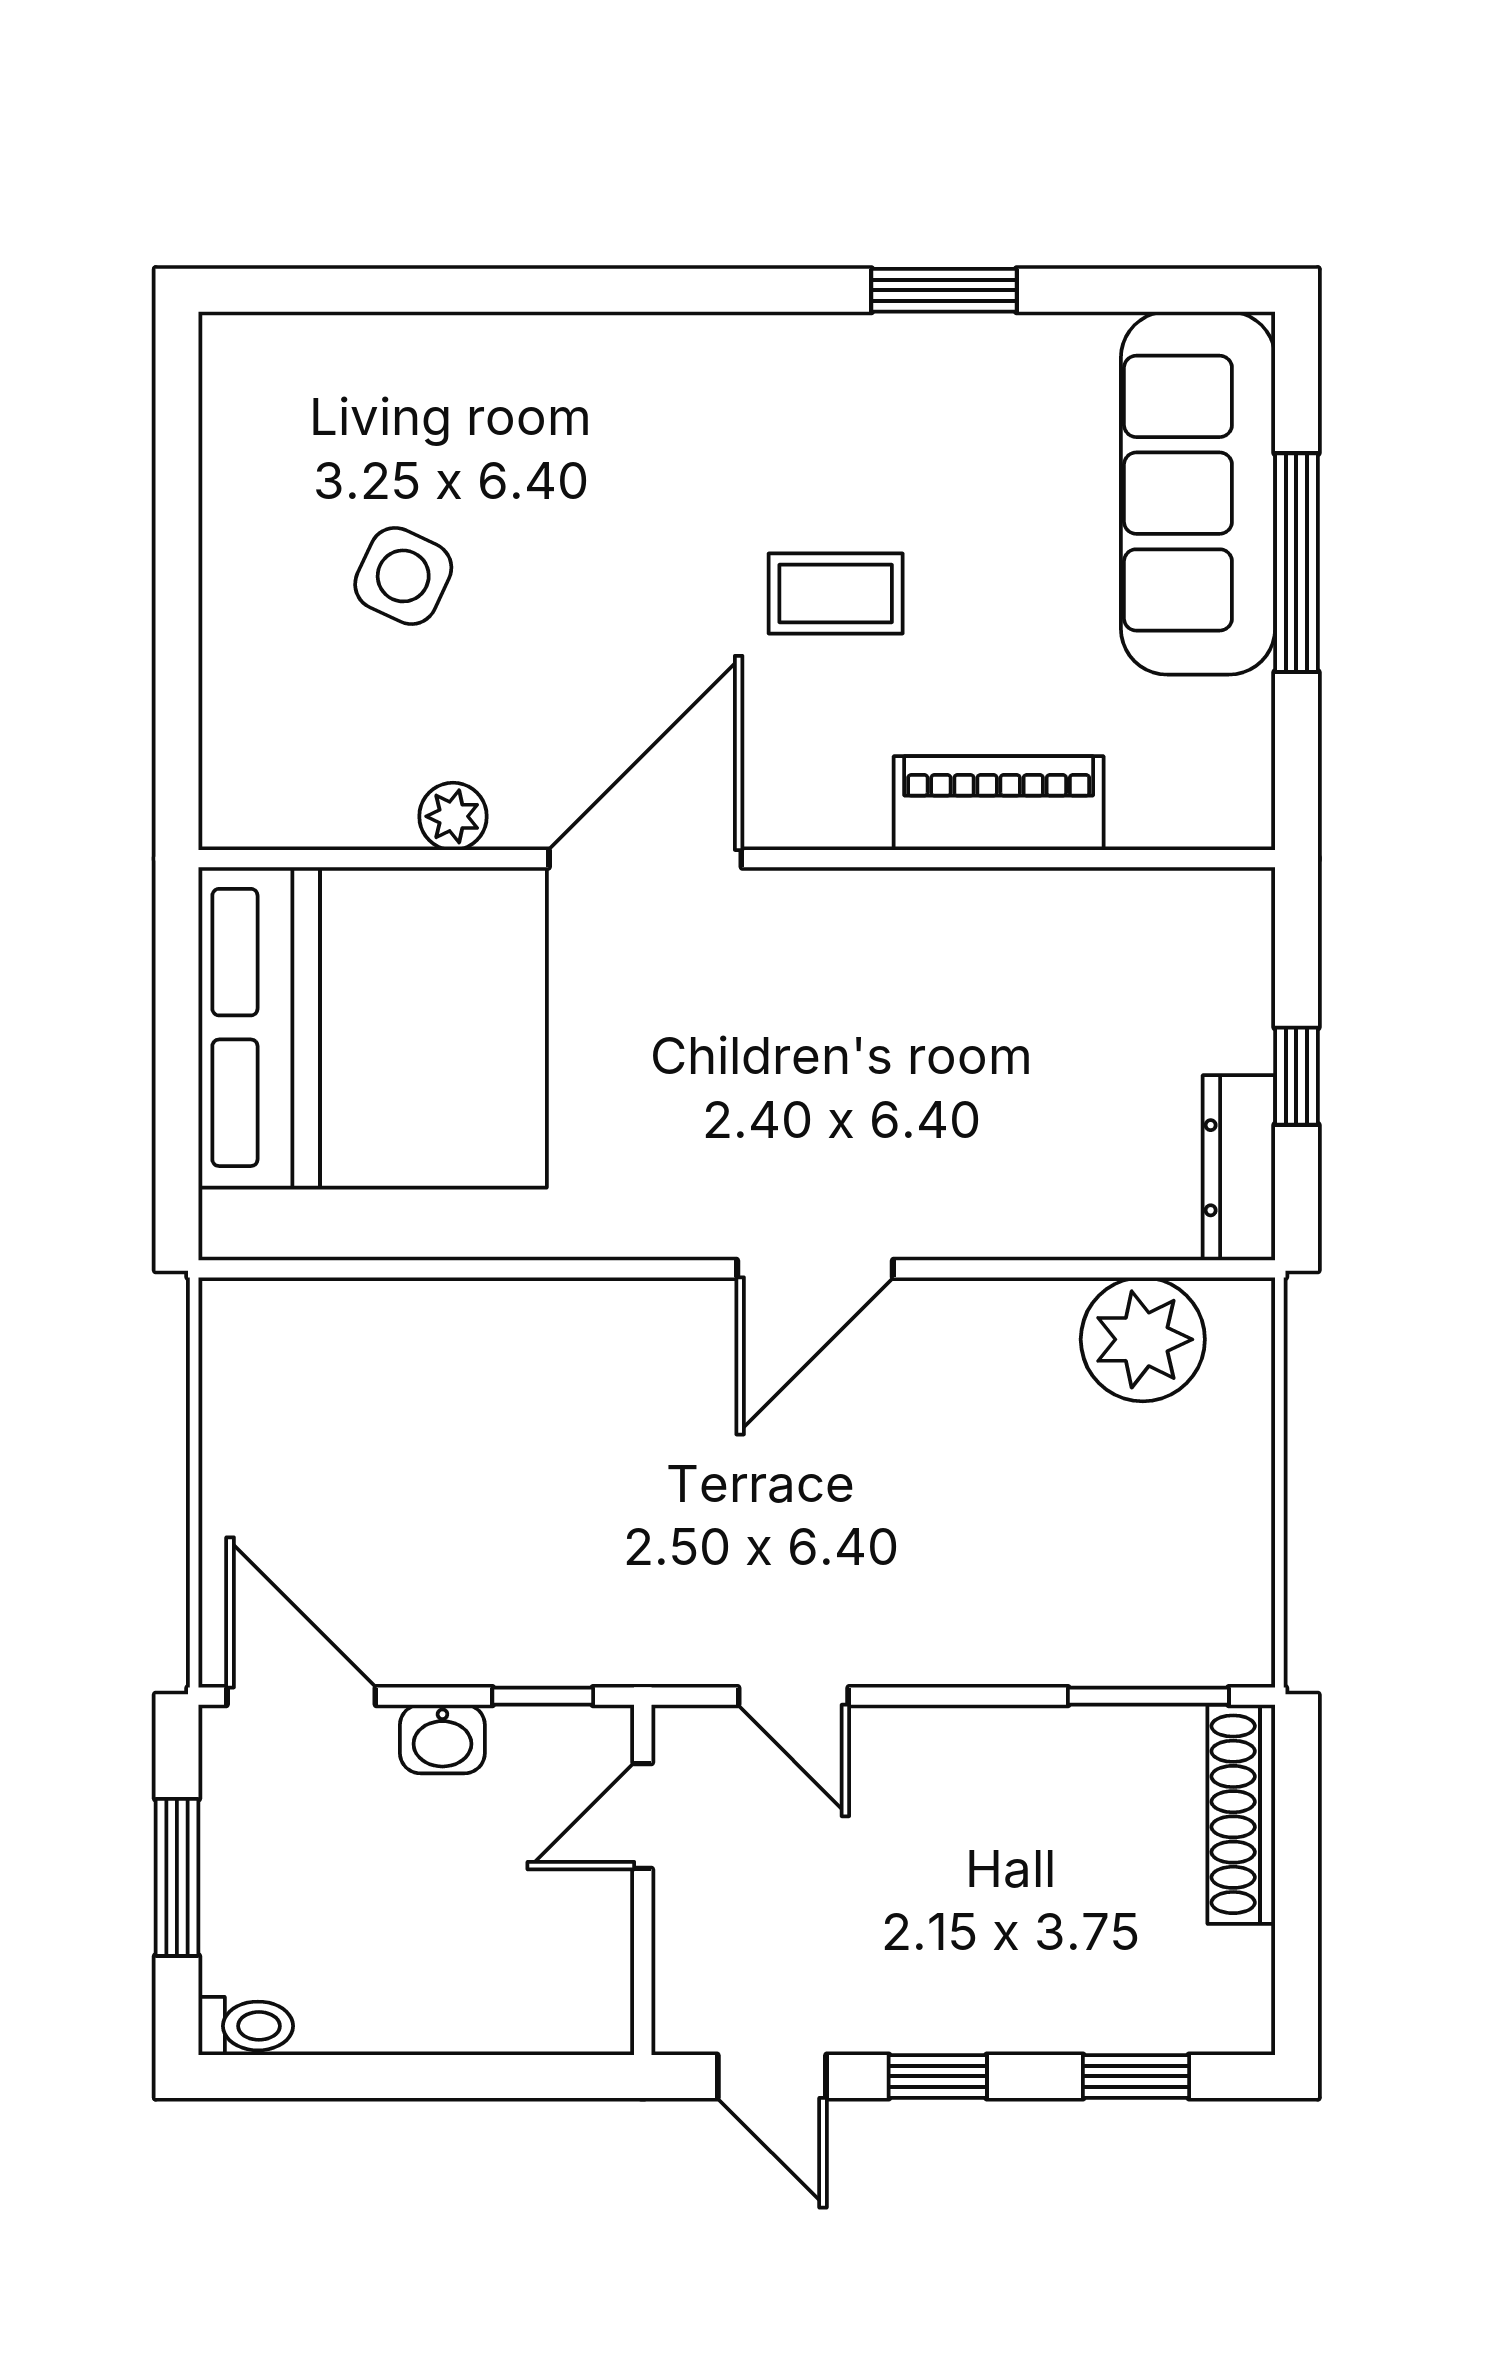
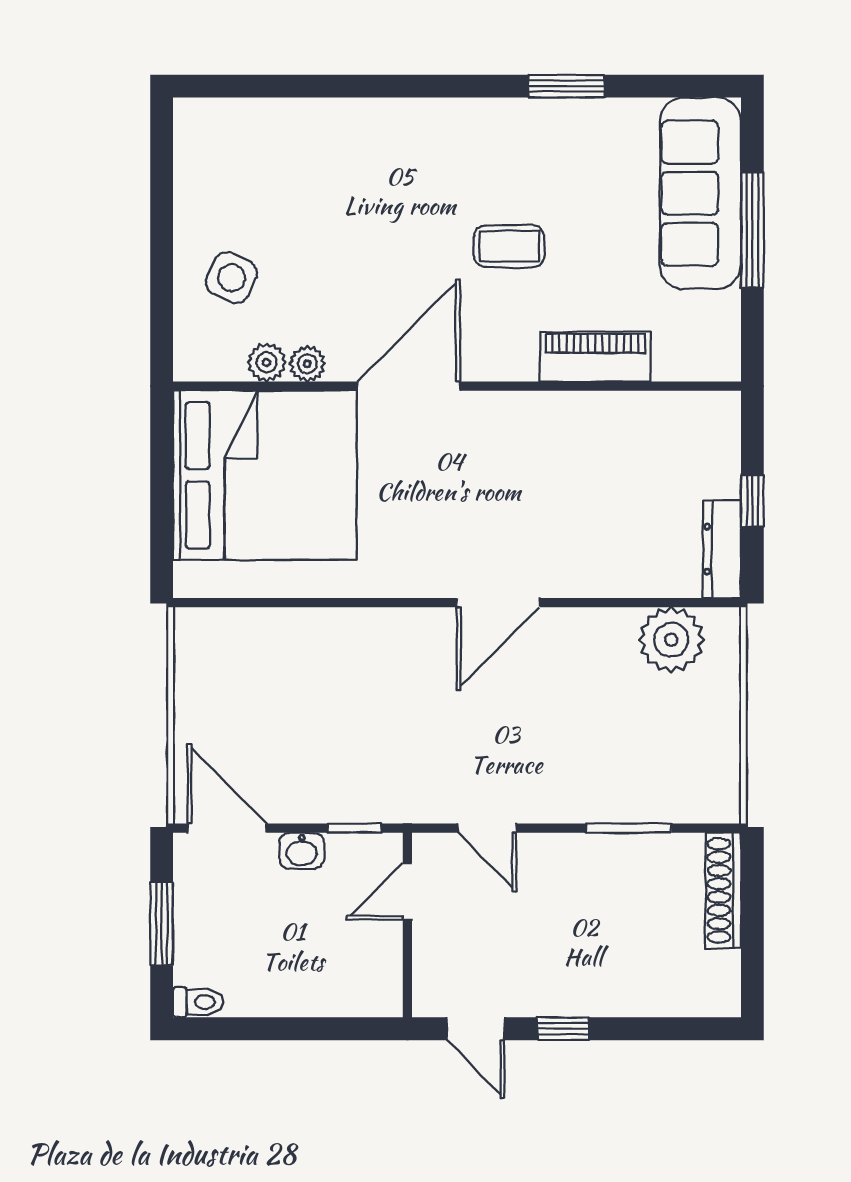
side table: (403, 576) -> (232, 278), moved
plant: (376, 814) -> (267, 362), added
window: (1148, 1696) -> (629, 828), moved
window: (1136, 2076) -> (668, 1029), removed

